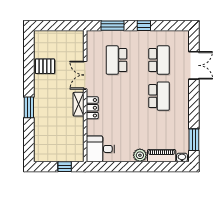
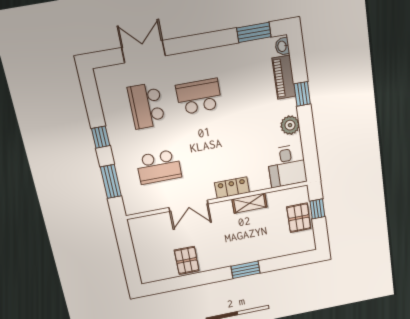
school desk: (159, 60) -> (146, 106), turned -90
shelving: (79, 104) -> (250, 203), moved
pallet: (61, 152) -> (299, 218), added
plant: (140, 155) -> (290, 125), moved
window: (148, 167) -> (302, 94), added

